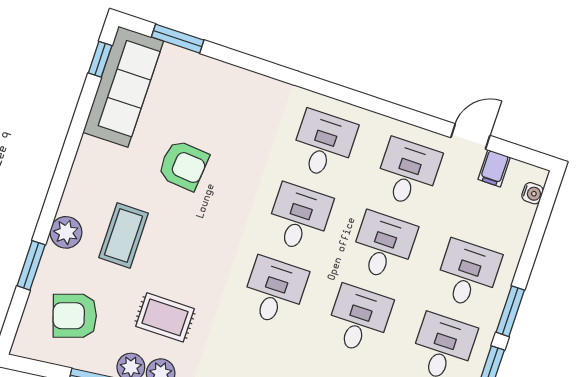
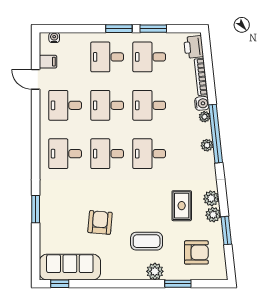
window: (178, 39) -> (36, 209), moved
armchair: (75, 316) -> (196, 252), turned -72

